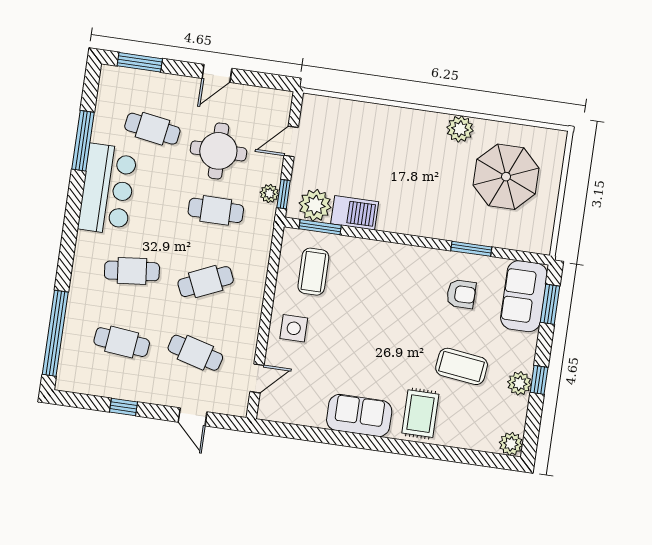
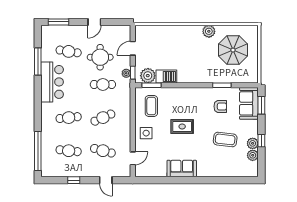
rug: (420, 414) -> (182, 126), moved, turned 90
plant: (511, 444) -> (253, 155), moved

